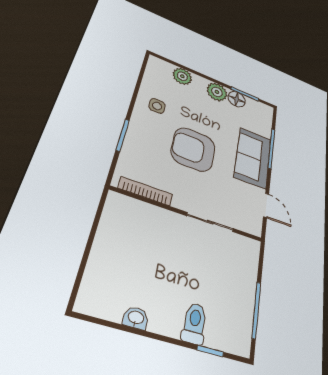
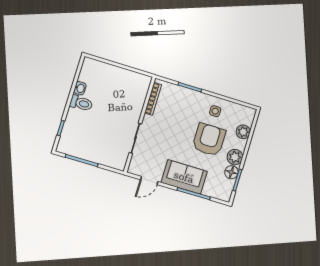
armchair: (193, 149) -> (209, 140), moved
toilet: (194, 323) -> (81, 103), moved

